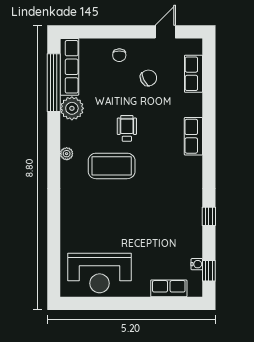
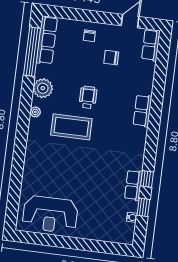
row of seats: (194, 74) -> (151, 45), moved
chair: (148, 78) -> (111, 58), turned -153
plant: (72, 108) -> (43, 88), moved
window: (209, 271) -> (143, 207), moved
row of seats: (169, 288) -> (133, 185), moved, turned -90

